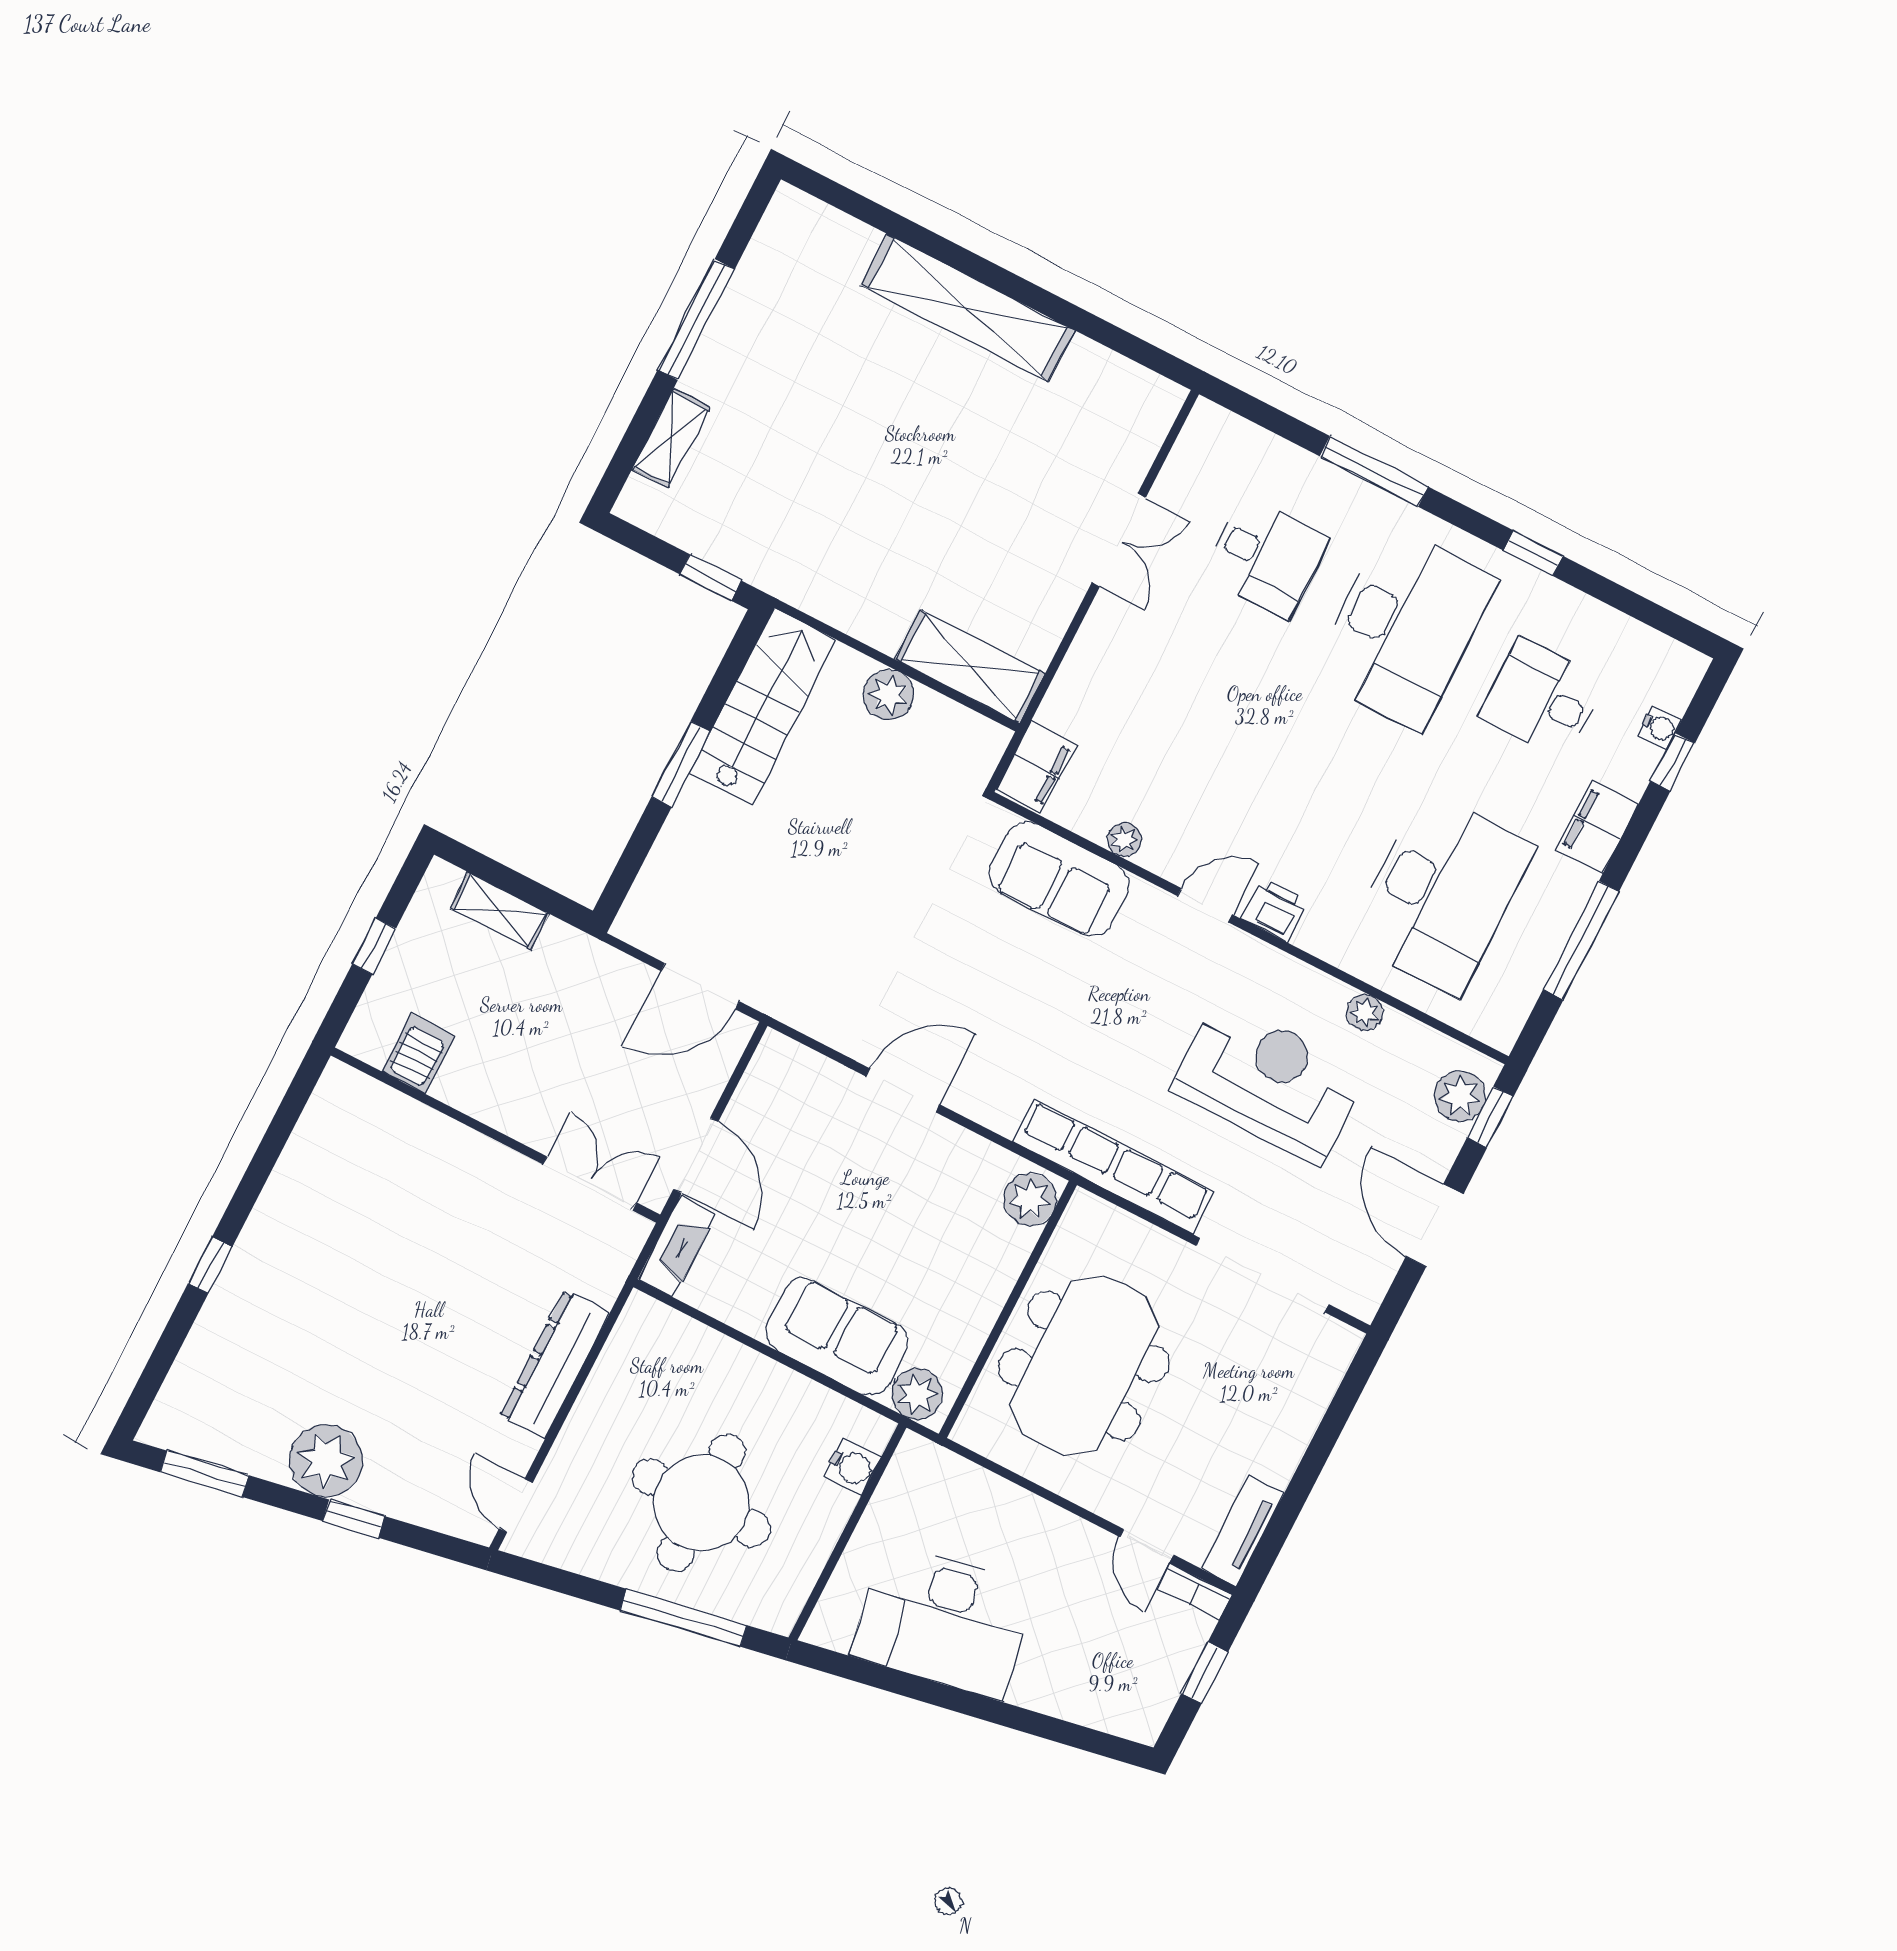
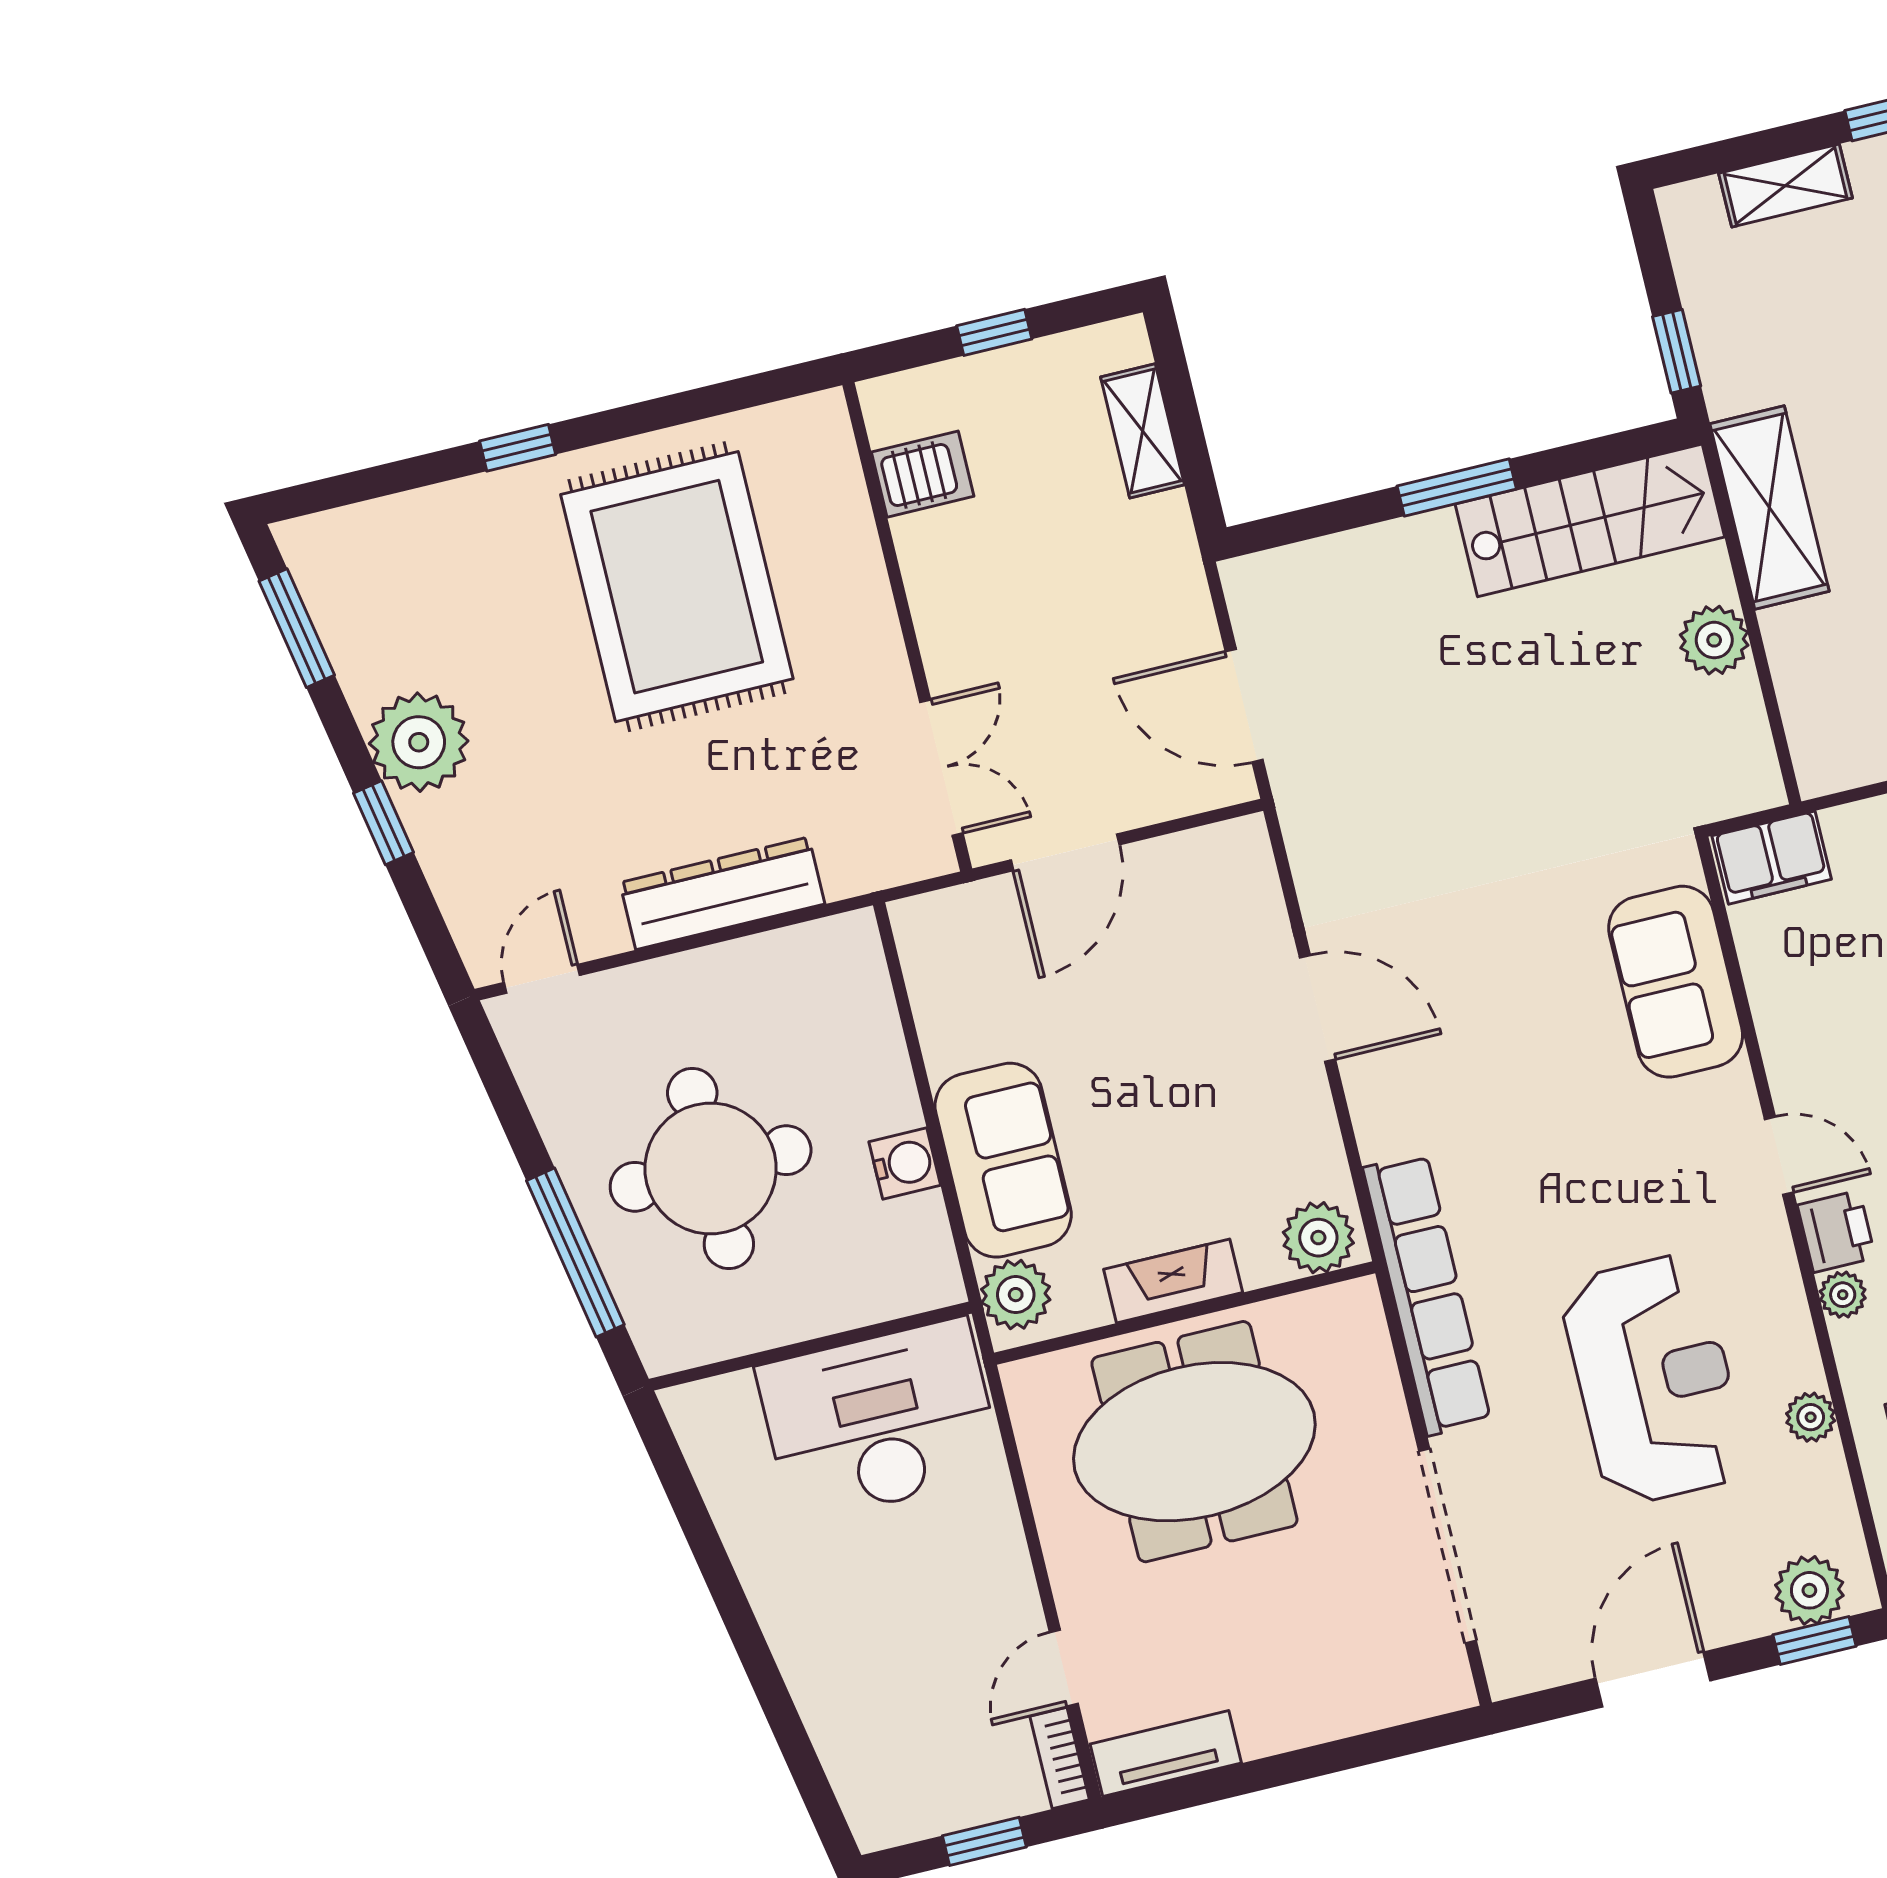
shelving: (970, 667) -> (1770, 507), moved
plant: (1124, 840) -> (1843, 1295), moved
rug: (363, 1243) -> (677, 587), added
fireplace: (677, 1246) -> (1173, 1281), moved, turned 180
water cooler: (852, 1466) -> (905, 1163), moved, turned -90
desk: (943, 1621) -> (880, 1421), moved, turned 100

